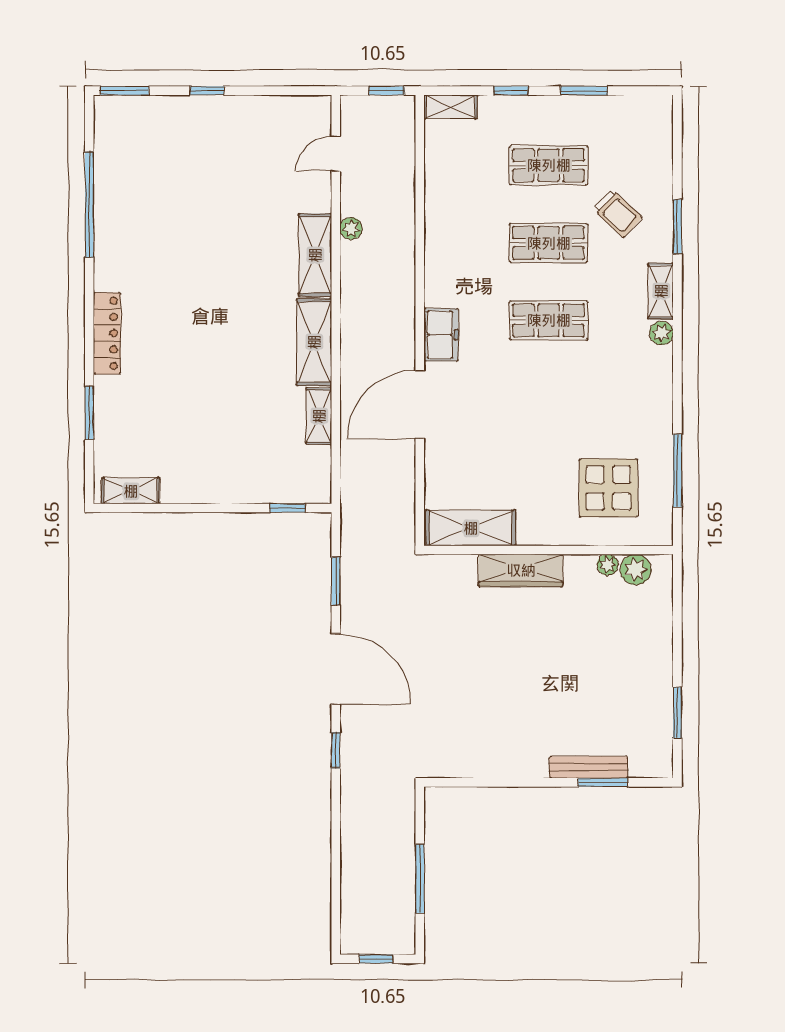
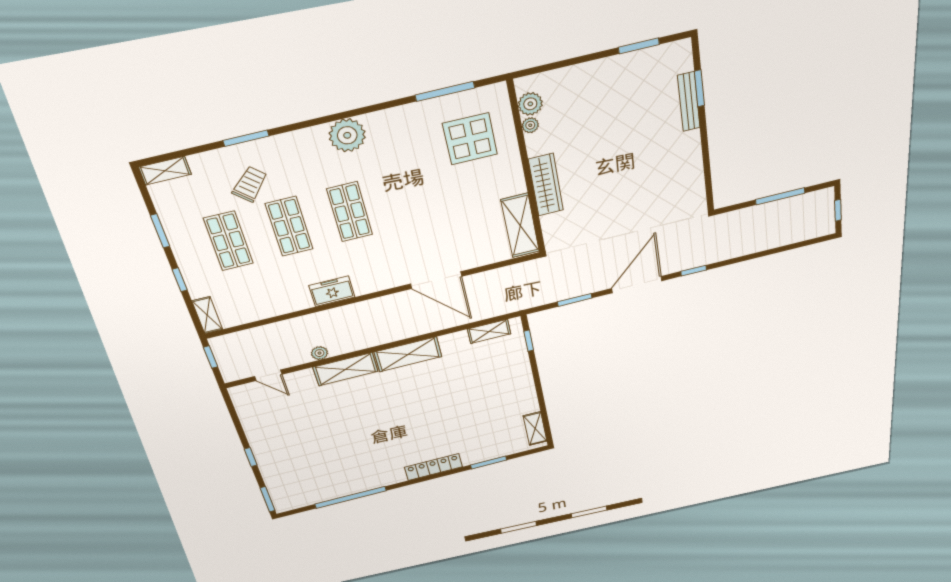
shelving: (661, 291) -> (165, 171), moved
plant: (661, 333) -> (347, 135), width x1.88, depth x1.88
freezer: (441, 335) -> (332, 291), moved
shelving: (319, 416) -> (489, 331), moved

